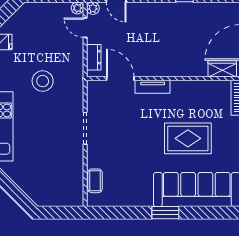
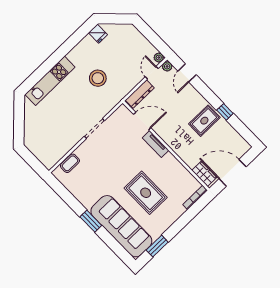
rug: (174, 22) -> (204, 121), added
dresser: (94, 57) -> (140, 94), width x1.44
door: (120, 79) -> (142, 121), hinge flipped

